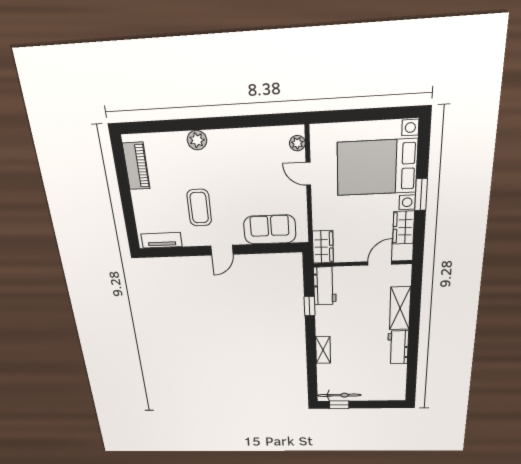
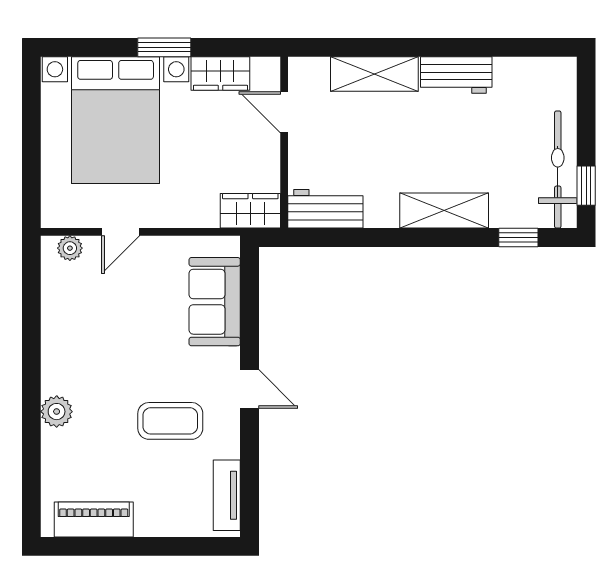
window: (310, 306) -> (518, 238), moved
shelving: (323, 350) -> (444, 211), width x1.50, depth x1.33
bicycle: (339, 395) -> (558, 170), width x1.37, depth x1.40

